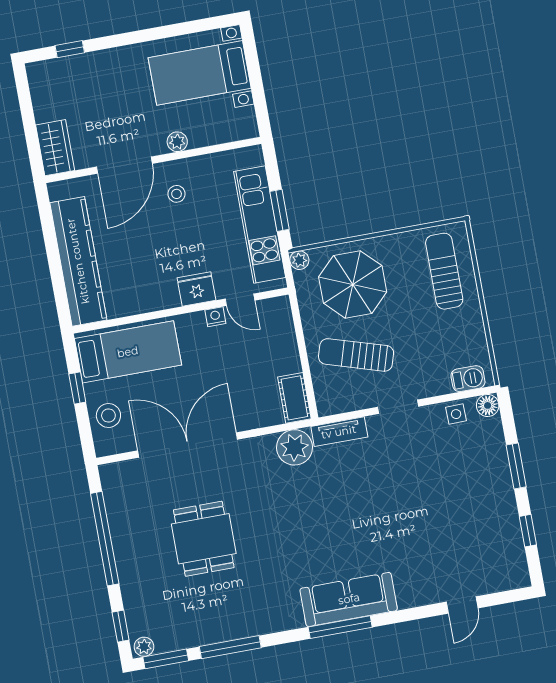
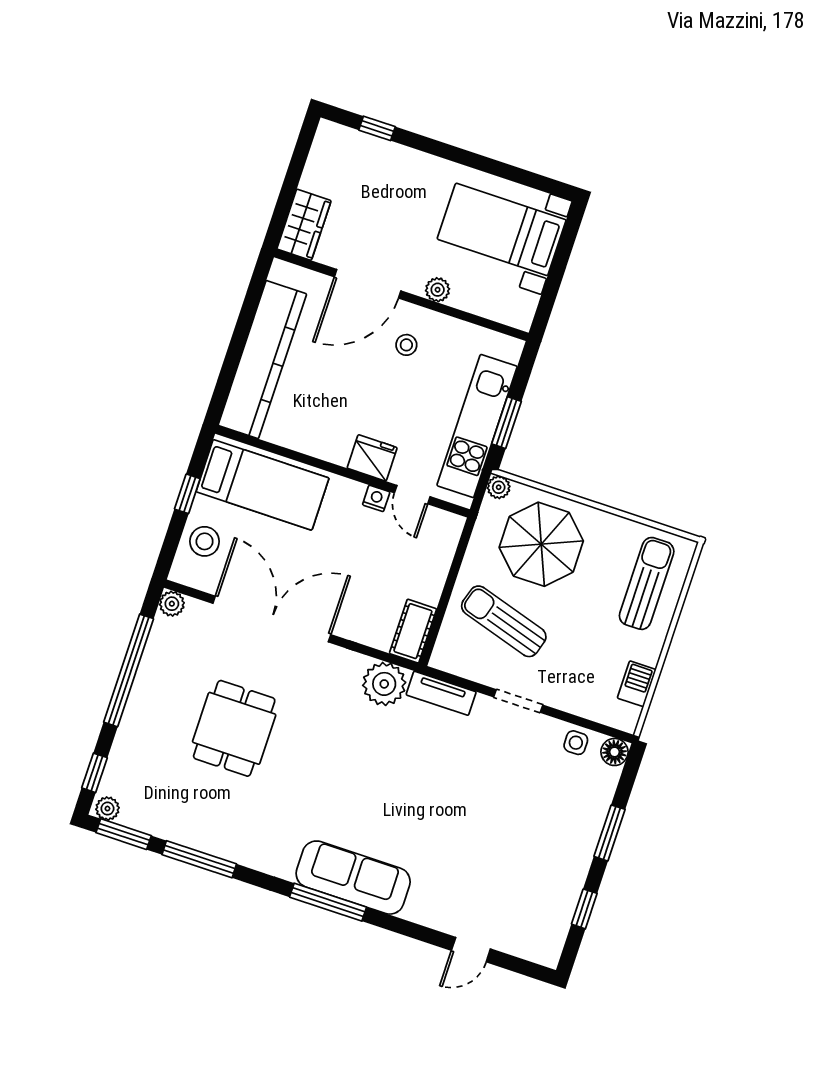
barbecue: (468, 379) -> (637, 684), moved, turned -90
plant: (109, 473) -> (172, 604), added

